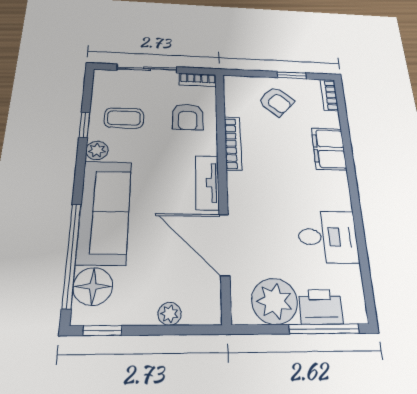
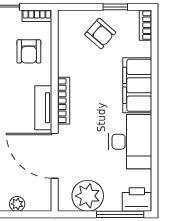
bookcase: (233, 143) -> (64, 101), moved
filing cabinet: (329, 149) -> (137, 85), width x1.50, depth x1.17
desk: (328, 237) -> (130, 142), width x1.37
printer: (321, 307) -> (137, 200), moved

